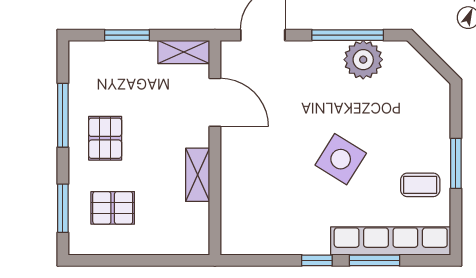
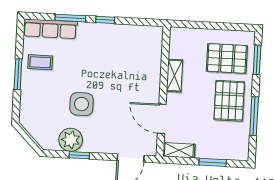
window: (348, 35) -> (79, 155), width x0.46
pallet: (105, 138) -> (229, 101), width x1.50, depth x1.42
side table: (341, 159) -> (82, 104), moved, turned -32
pallet: (113, 208) -> (227, 58), width x1.50, depth x1.42
row of seats: (391, 241) -> (50, 29), width x0.73

